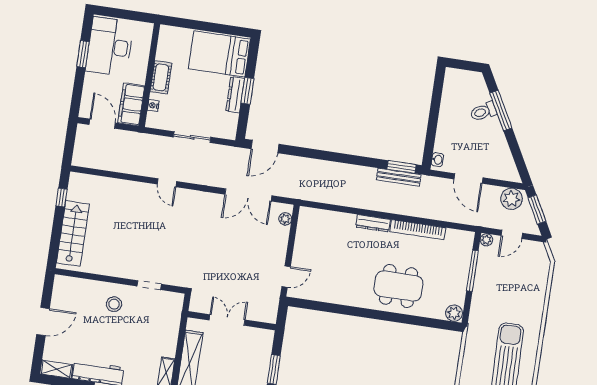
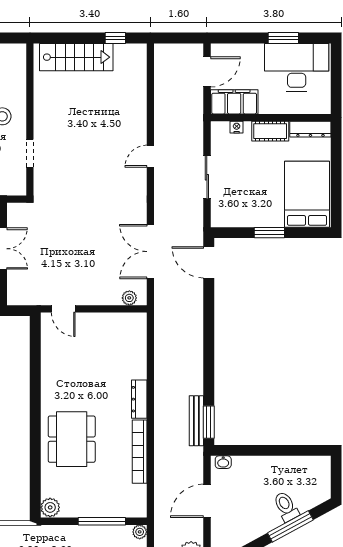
dresser: (235, 95) -> (310, 129), moved, turned 180

